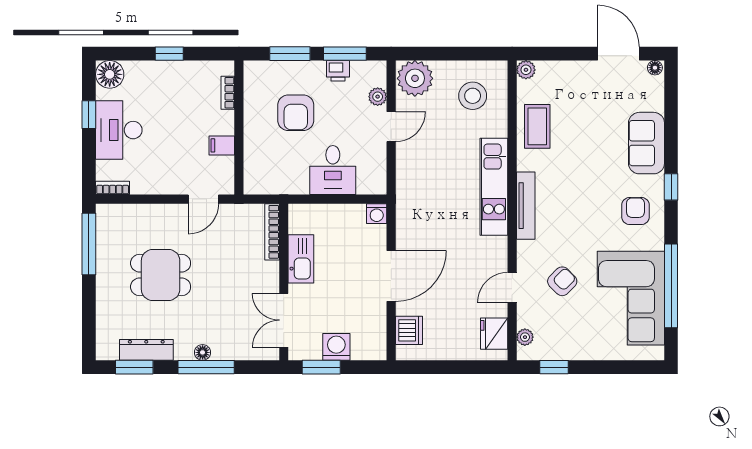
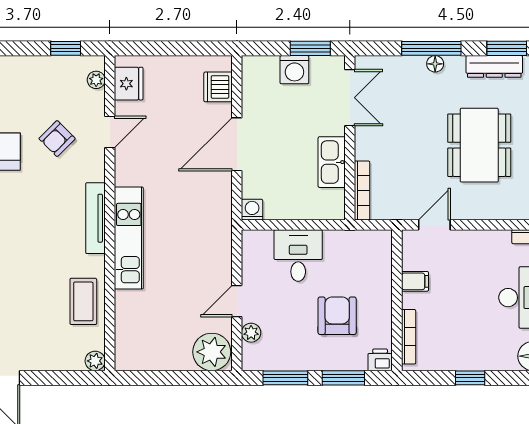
printer: (338, 71) -> (380, 360), moved
bookcase: (228, 93) -> (409, 337), width x1.56
stool: (473, 96) -> (151, 334), removed
dining table: (161, 275) -> (479, 145), width x1.38

